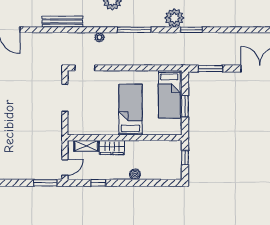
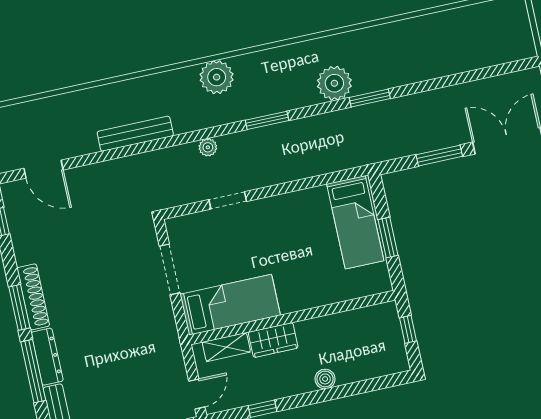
window: (134, 30) -> (267, 120), width x0.69
doorway: (85, 68) -> (228, 200), moved
window: (210, 69) -> (439, 156), moved
bed: (130, 110) -> (230, 305), moved, turned 90

